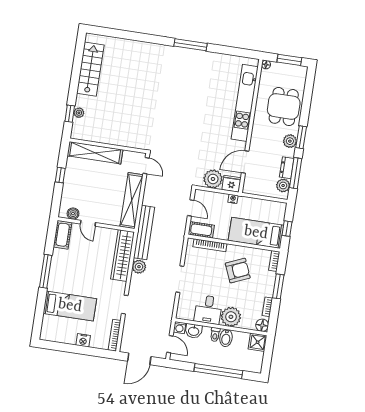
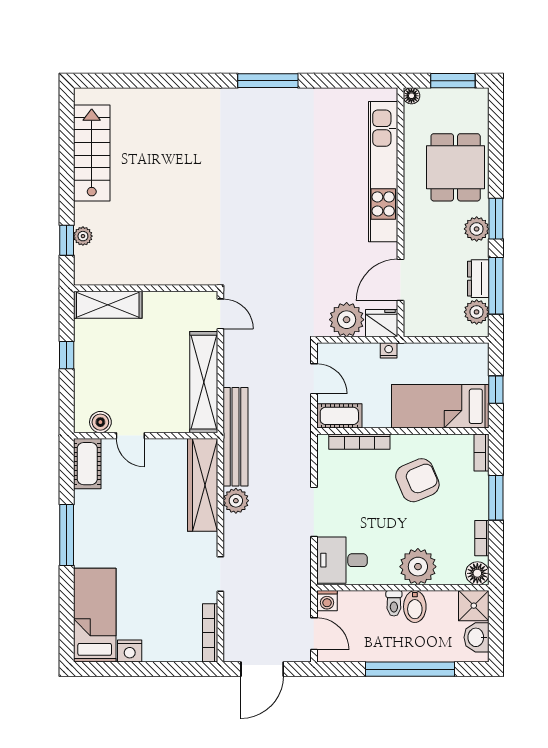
shelving: (95, 153) -> (108, 305), width x0.68
bed: (70, 306) -> (95, 615), moved, turned -90
desk: (208, 310) -> (342, 560), moved, turned 90
washbasin: (194, 331) -> (477, 637), moved, turned 90
nightstand: (83, 340) -> (130, 651), moved

